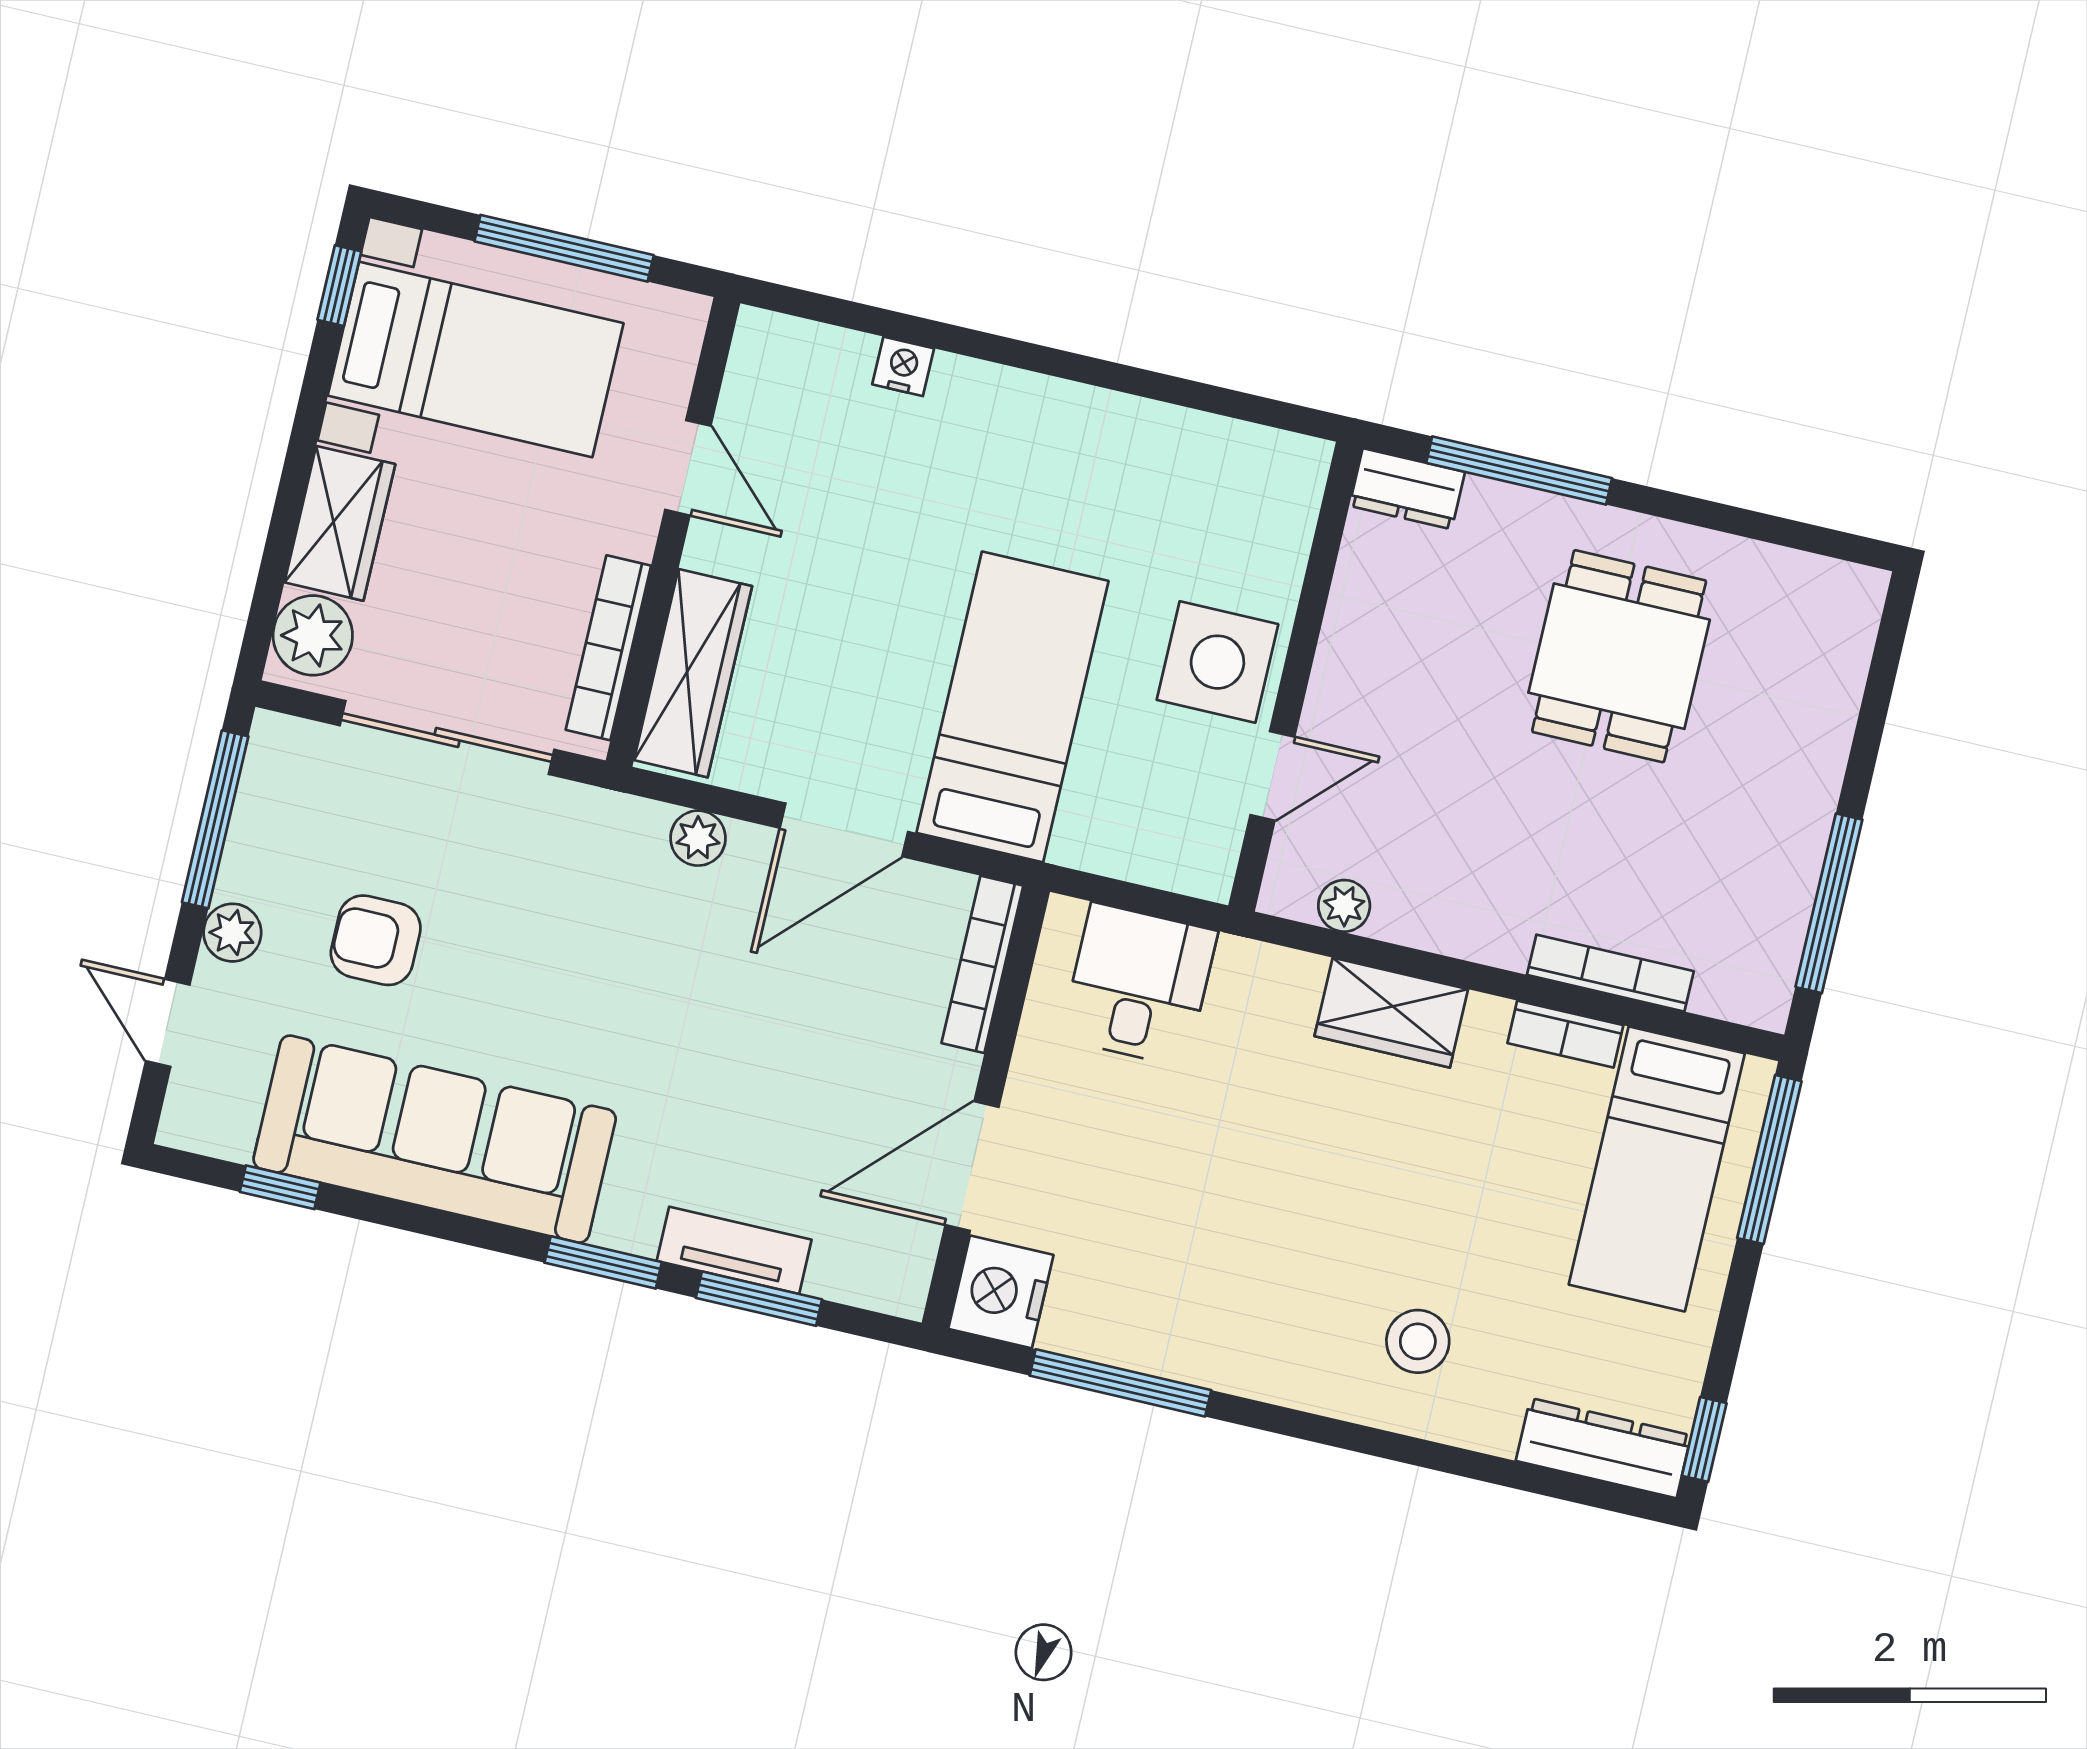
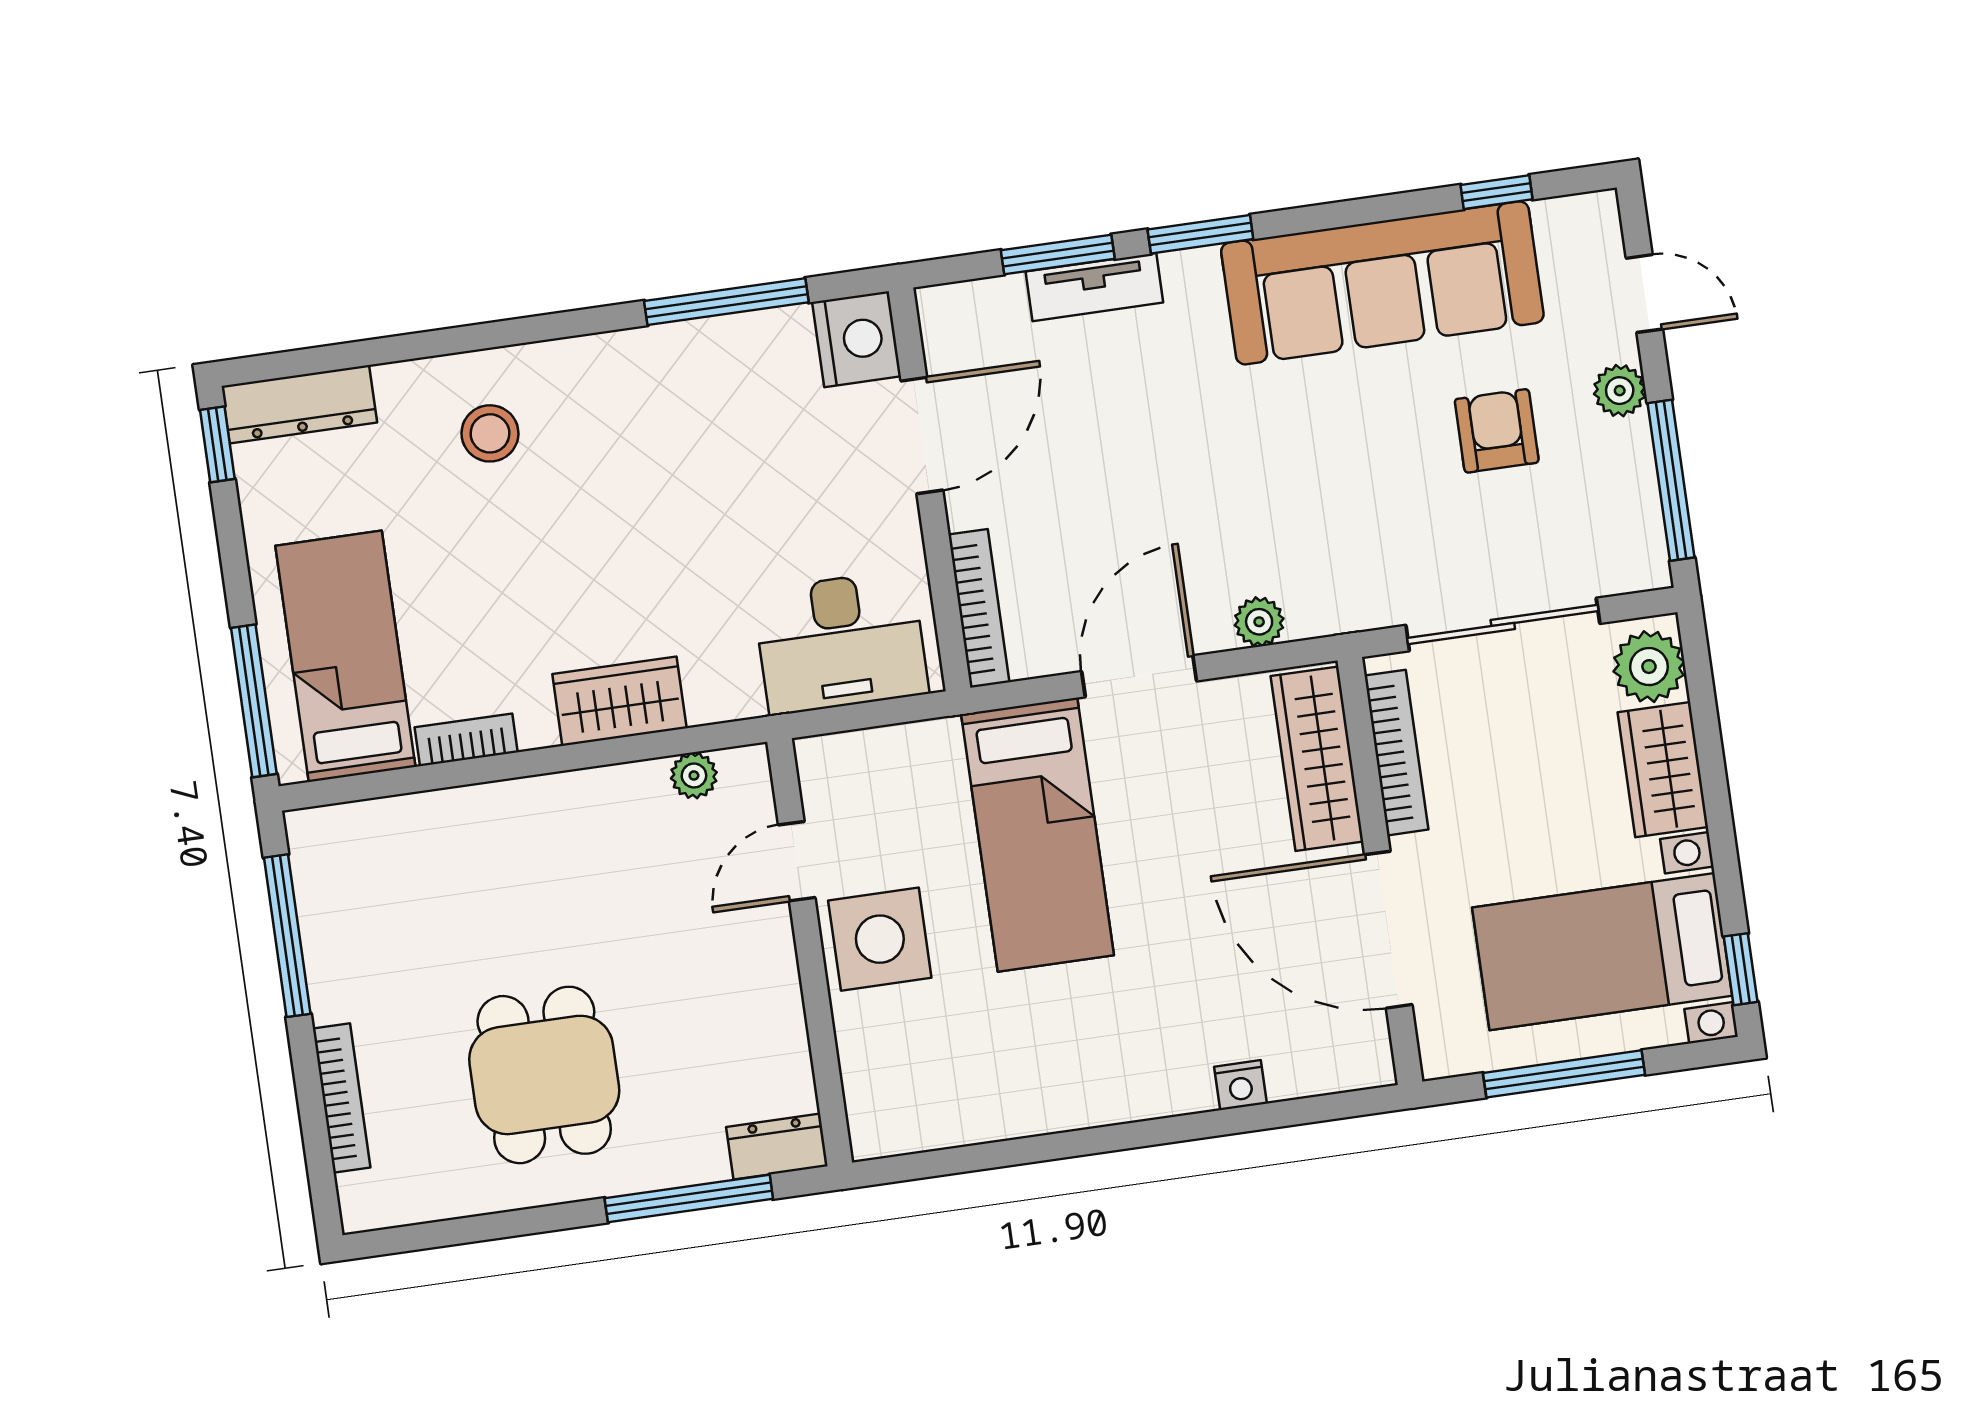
door: (688, 468) -> (1388, 930), width x1.88
armchair: (376, 940) -> (1497, 431), turned -90
bookcase: (1610, 973) -> (342, 1098), moved, turned -90
desk: (1139, 985) -> (841, 642), width x1.37

